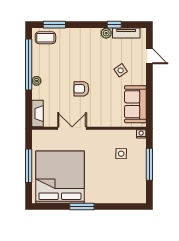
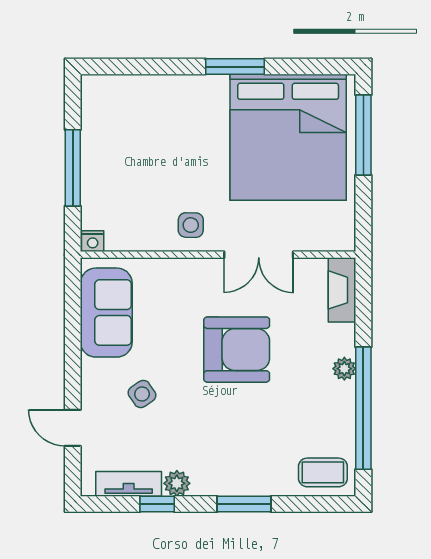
window: (54, 25) -> (244, 504), moved
armchair: (81, 89) -> (237, 350), width x1.88, depth x1.88
side table: (121, 154) -> (191, 225), moved
window: (29, 166) -> (363, 135), moved

